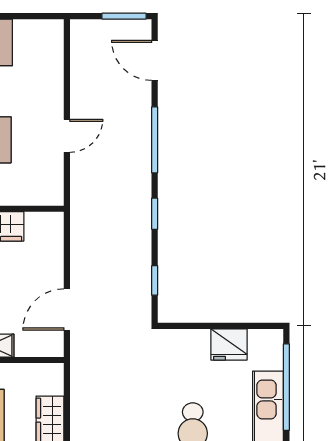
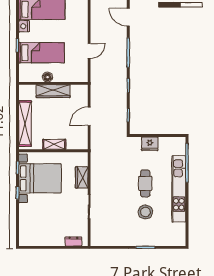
door: (67, 309) -> (89, 116), moved
fridge: (229, 344) -> (150, 144), moved

